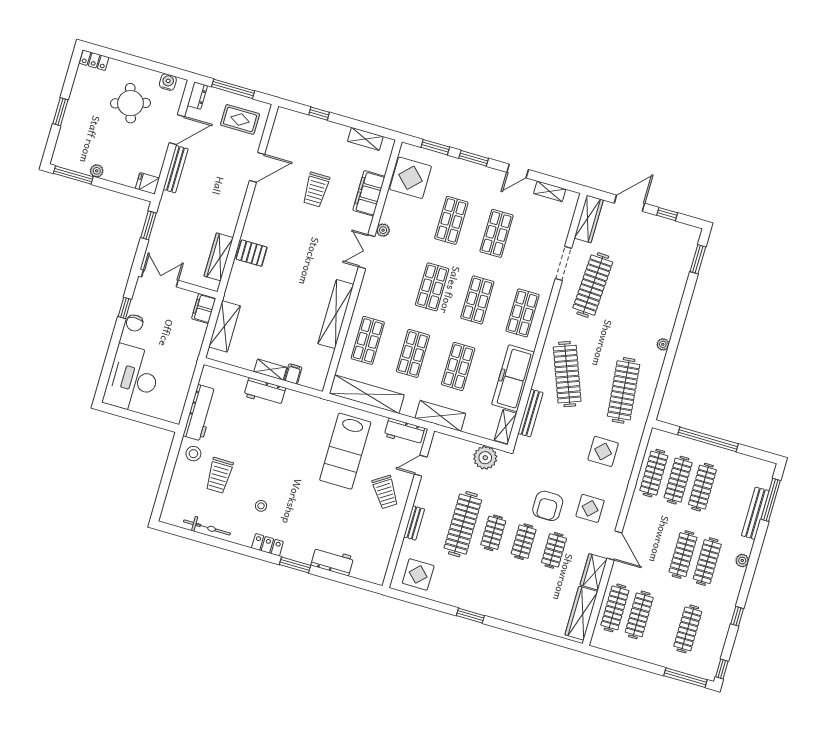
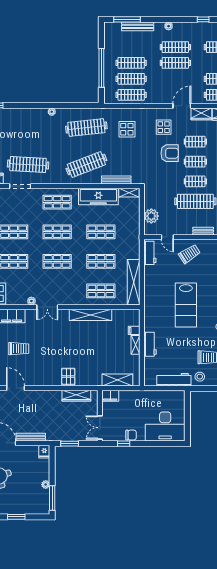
shelving: (440, 416) -> (134, 234), removed
lab bench: (345, 451) -> (186, 305), moved, turned 90
plant: (485, 458) -> (151, 216), moved

